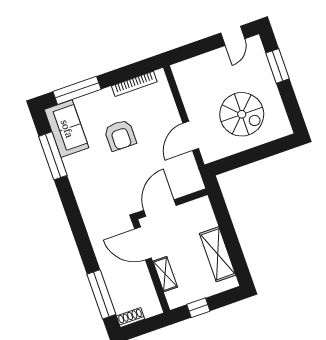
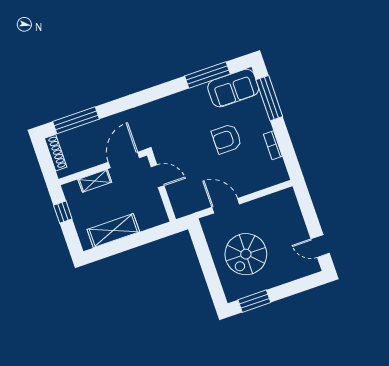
window: (278, 66) -> (254, 301), moved
bookcase: (134, 84) -> (273, 145), width x0.64
door: (160, 208) -> (158, 176), width x0.73
shoe rack: (131, 317) -> (56, 153), width x1.43

